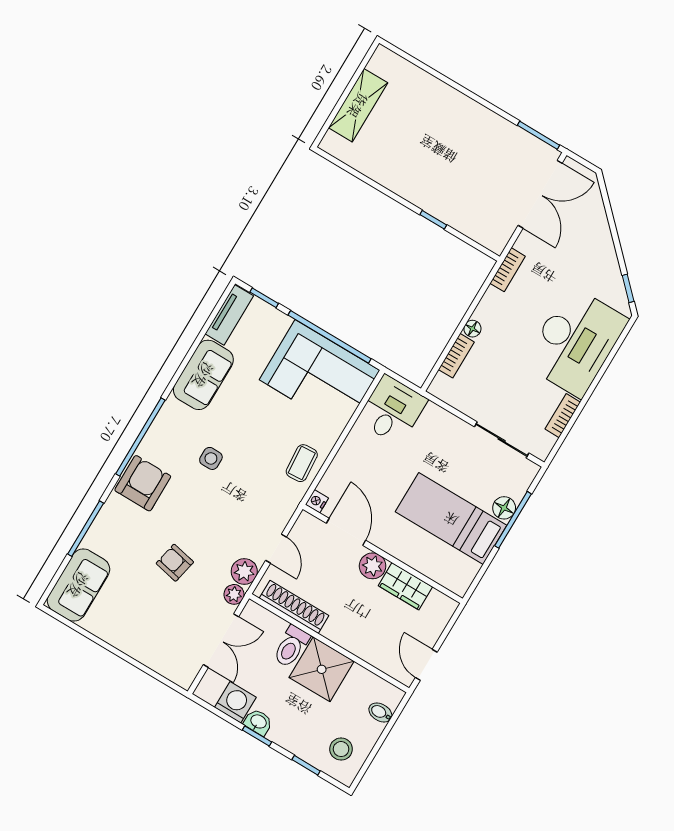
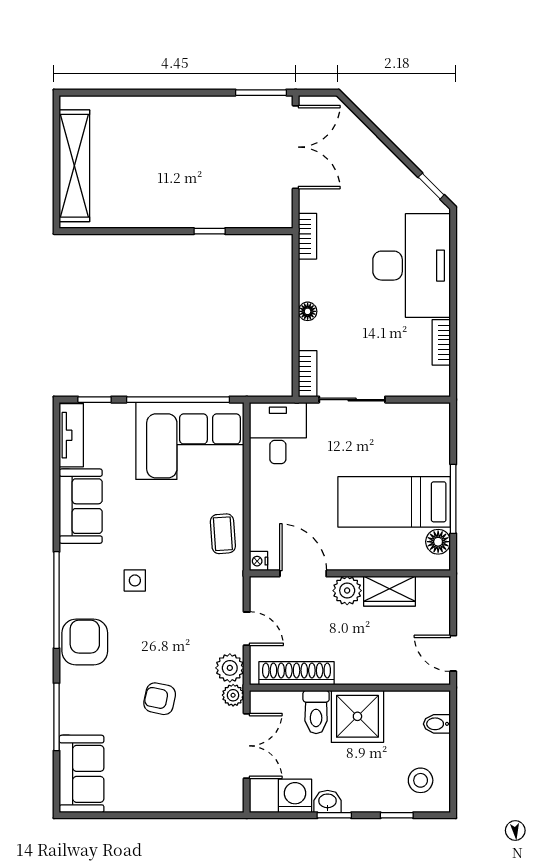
shelving: (358, 105) -> (74, 166), width x1.47
bookcase: (456, 356) -> (308, 374), moved
sliding door: (502, 440) -> (352, 400), moved
floor lamp: (504, 508) -> (438, 542), moved
window: (513, 520) -> (453, 499), moved

